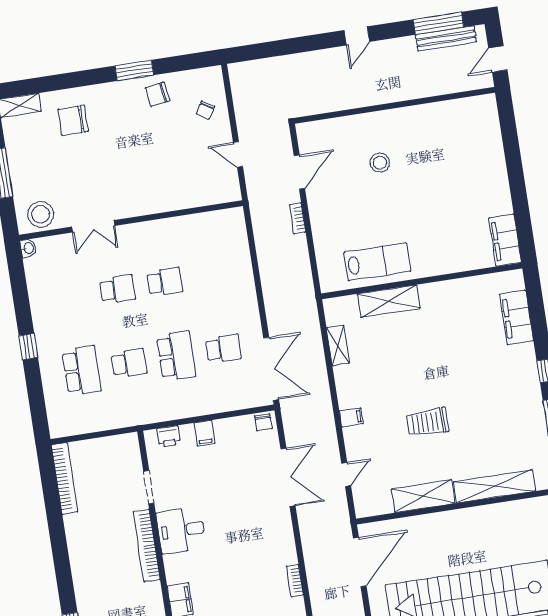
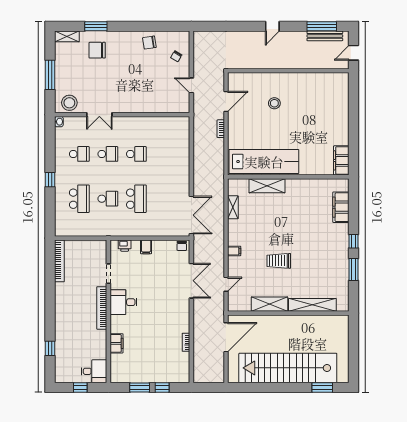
window: (134, 70) -> (96, 26), moved
lab bench: (377, 262) -> (264, 162), width x1.86, depth x1.39
school desk: (223, 349) -> (79, 154), moved

